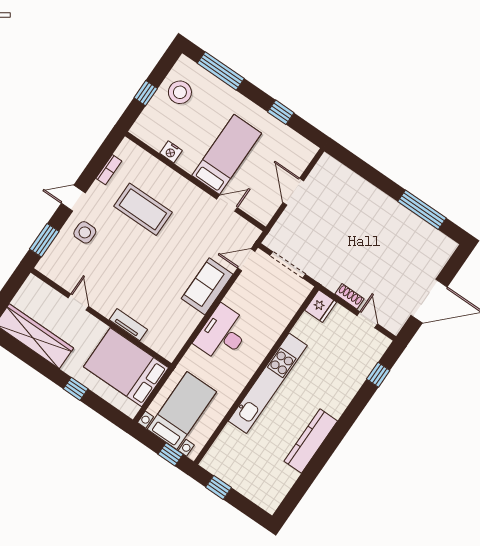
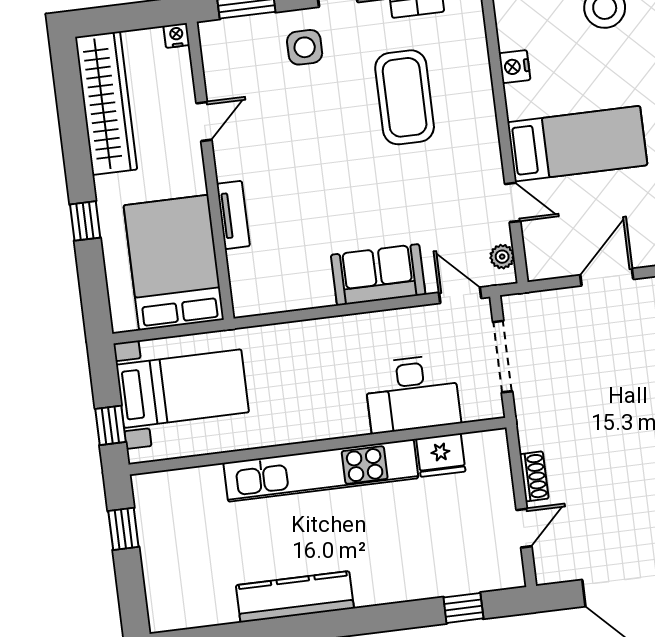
plant: (246, 228) -> (502, 257), added
nightstand: (32, 282) -> (176, 35), added
fridge: (321, 306) -> (441, 455), moved
desk: (223, 334) -> (412, 394), moved, turned 180

